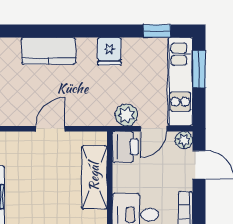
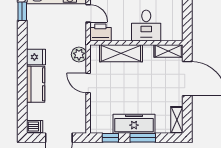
fridge: (109, 51) -> (36, 57), moved
plant: (126, 115) -> (79, 54), moved

